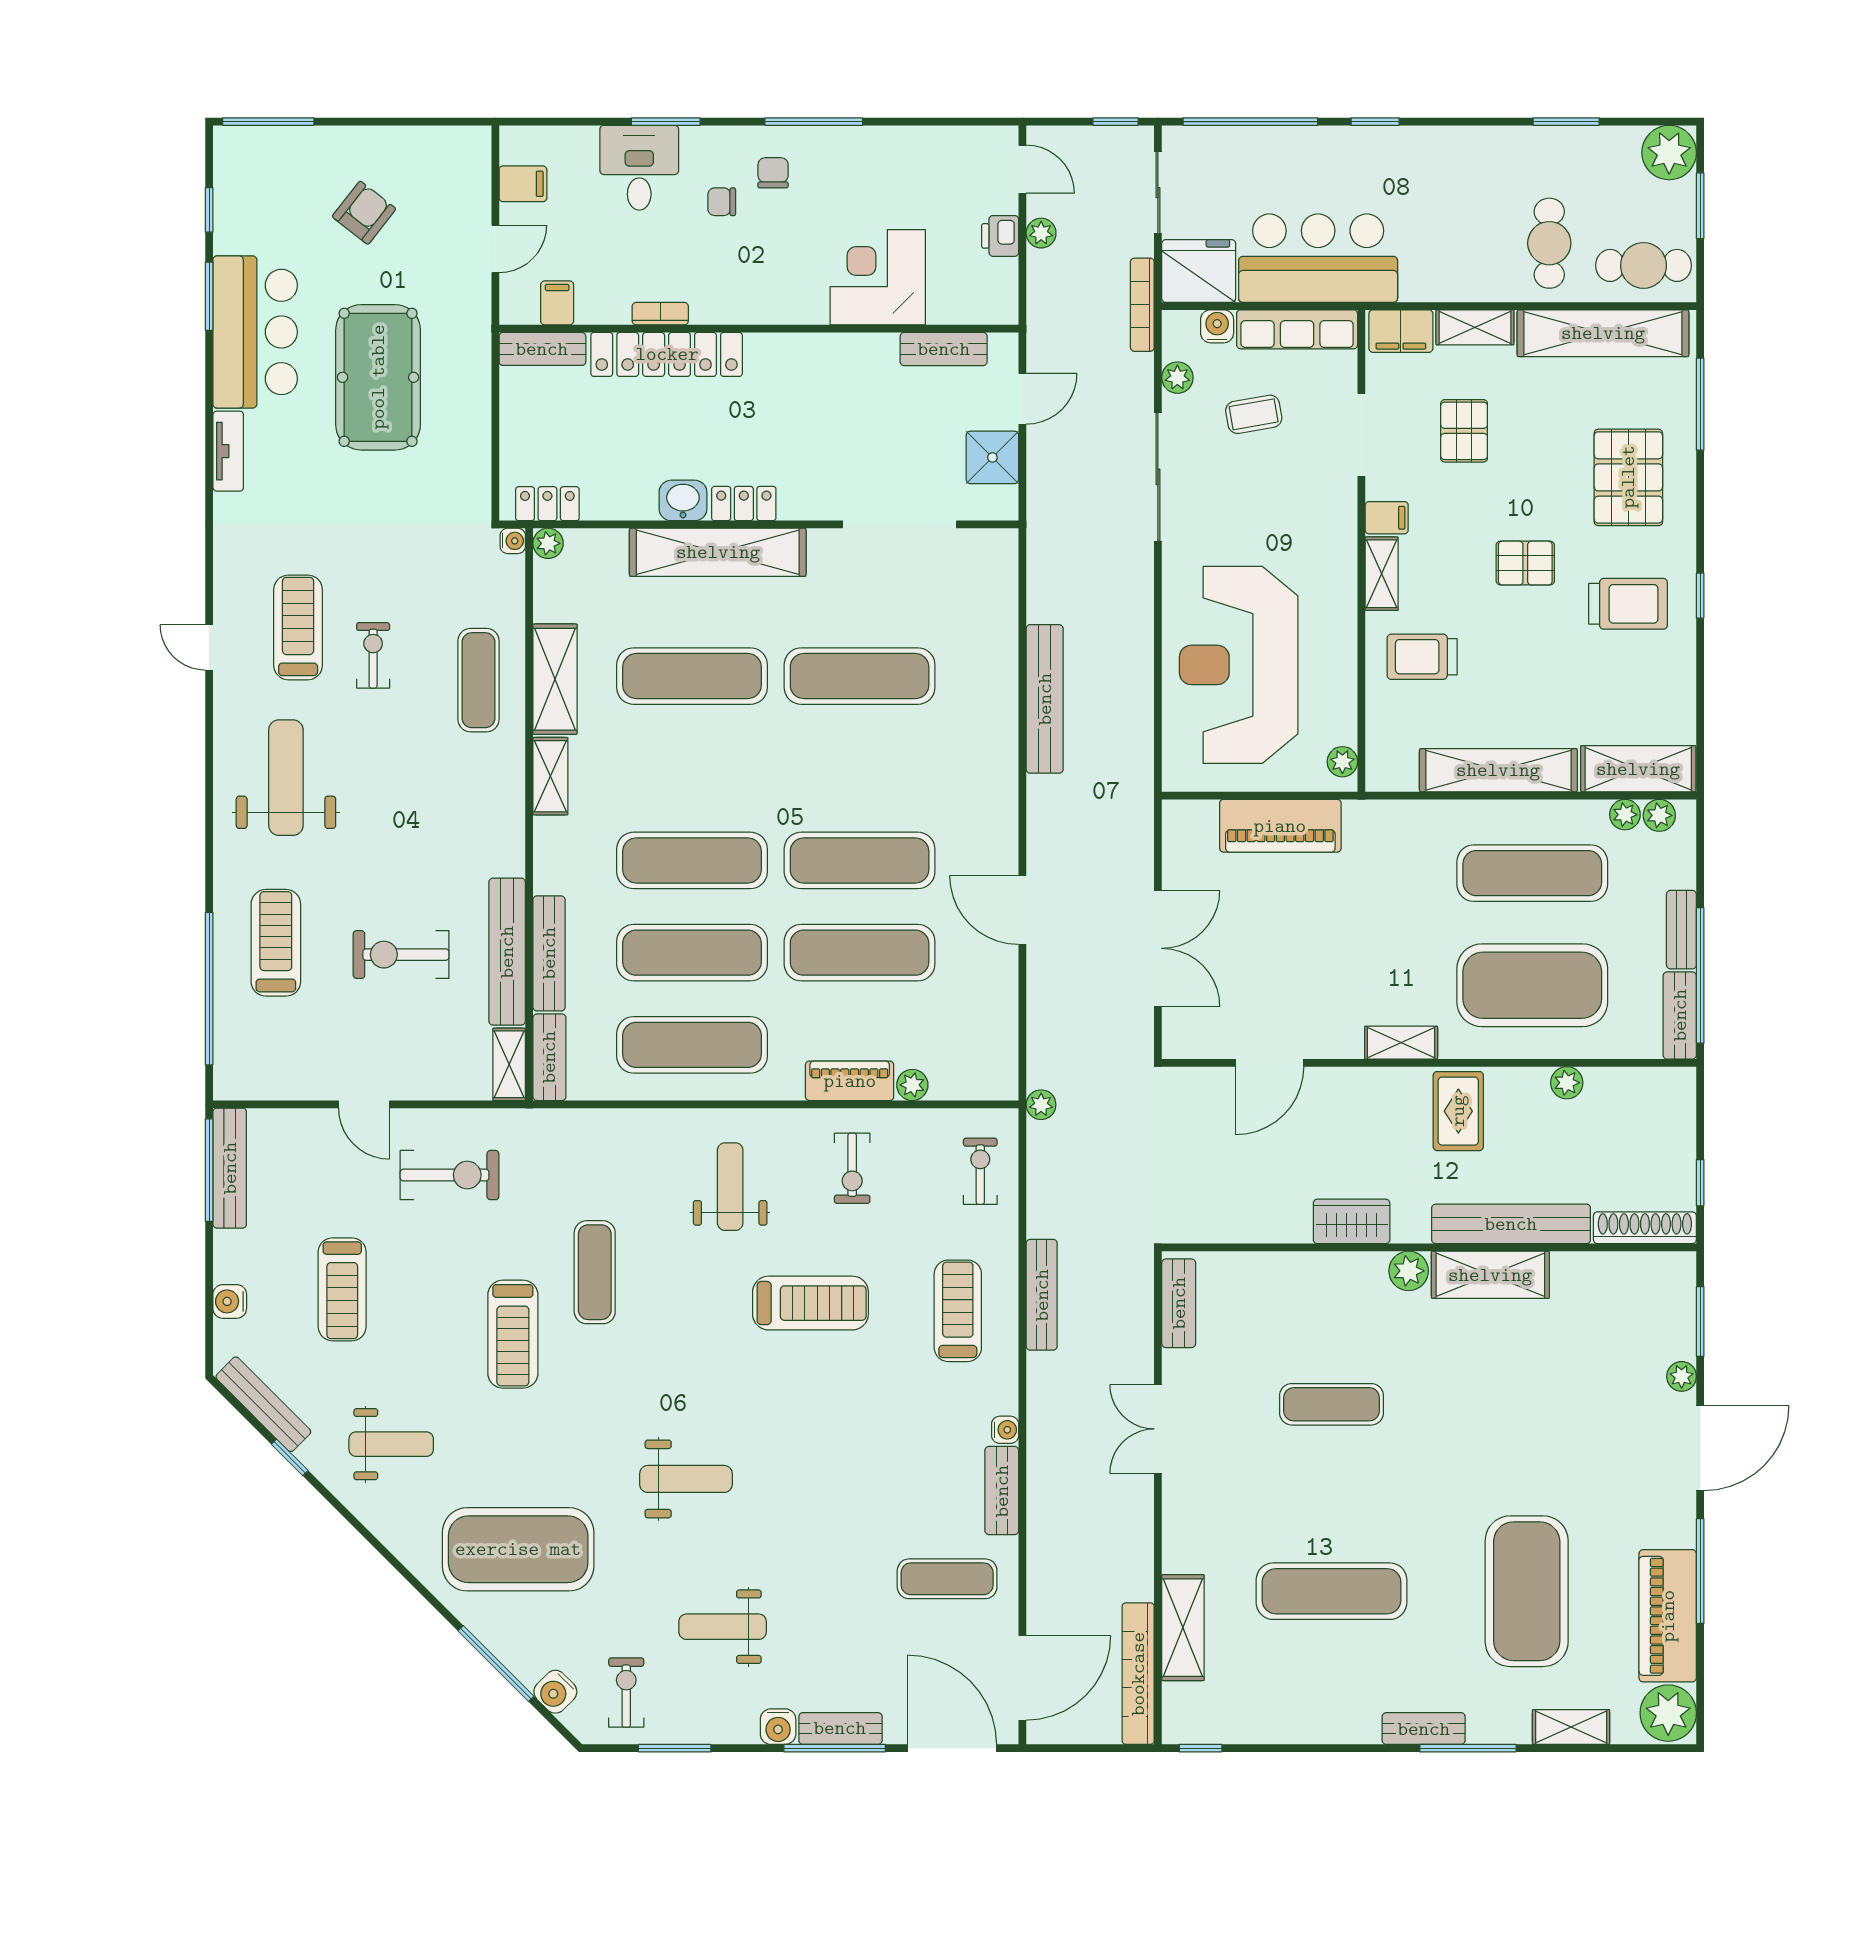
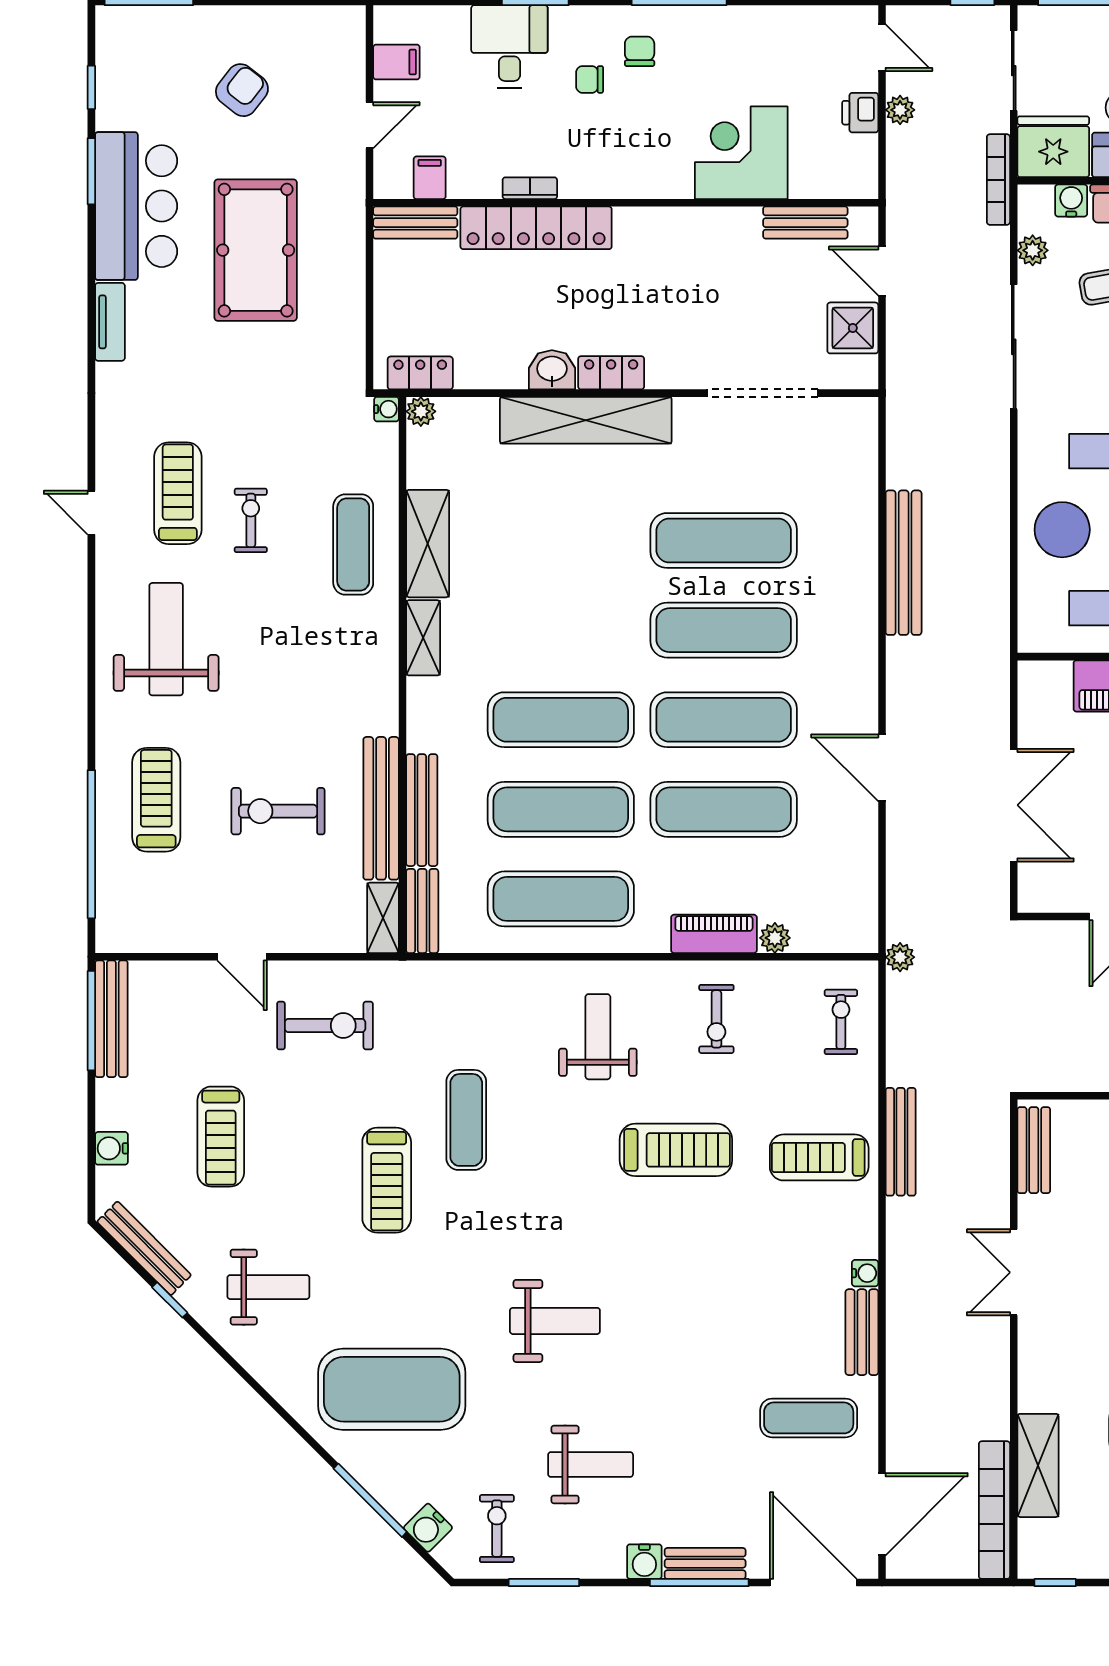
door: (1022, 399) -> (882, 271), swing flipped
exercise mat: (692, 676) -> (724, 630), moved
treadmill: (958, 1311) -> (819, 1157), turned -90
weight bench: (723, 1627) -> (591, 1464), turned 180

